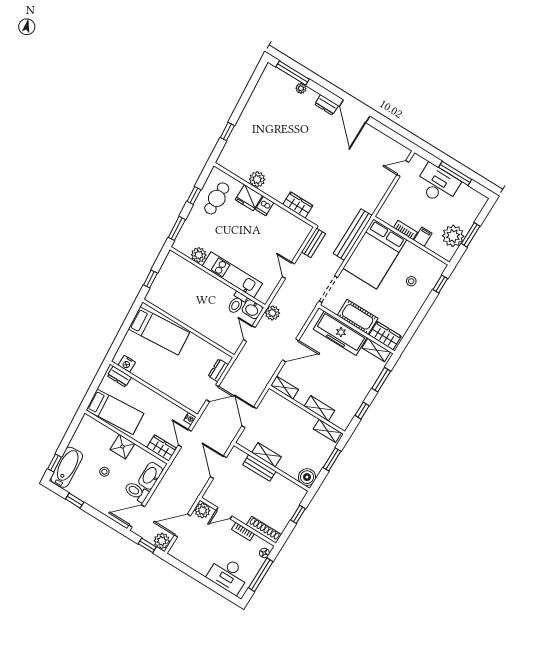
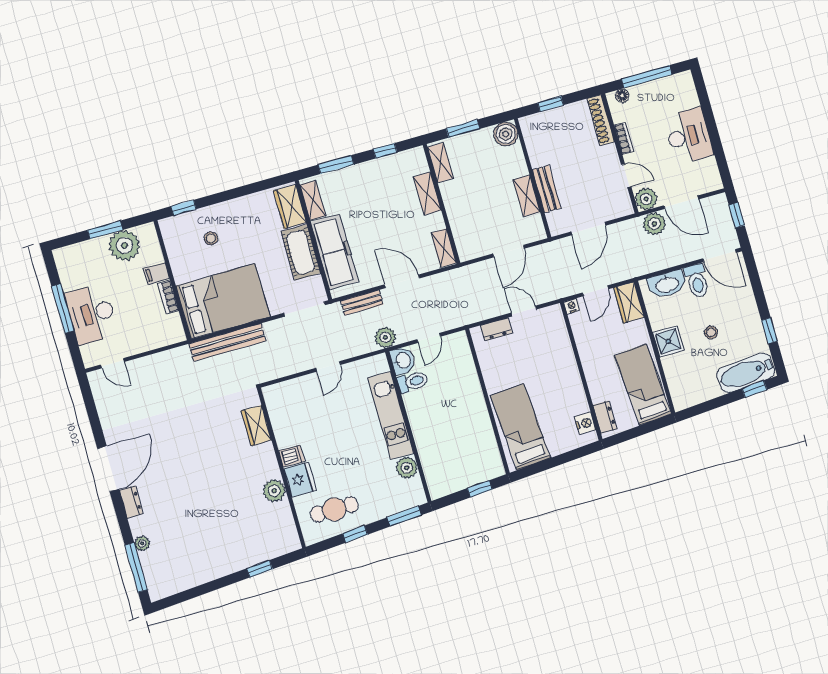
bench: (313, 243) -> (362, 303), moved
plant: (162, 541) -> (654, 224), moved
desk: (228, 575) -> (688, 136), moved

